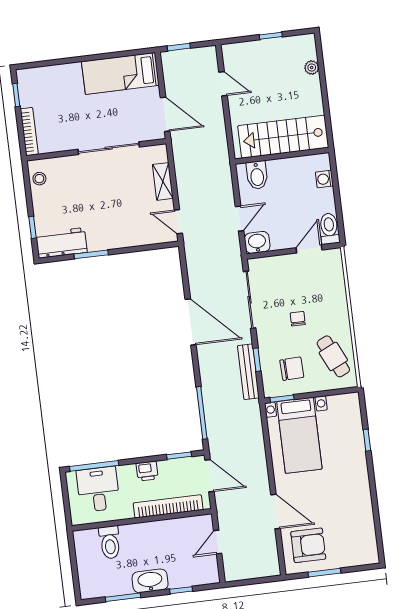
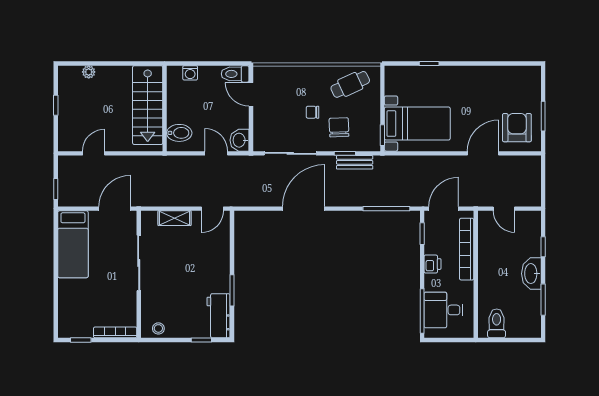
chair: (292, 369) -> (339, 127), moved
bench: (248, 372) -> (355, 162), width x0.73
toilet: (110, 542) -> (497, 323), moved, turned -90

